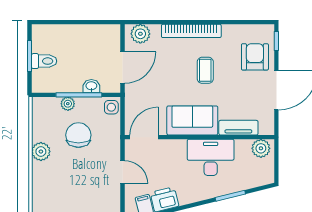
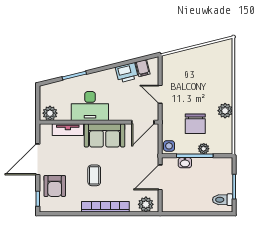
toilet: (44, 61) -> (223, 200), moved

